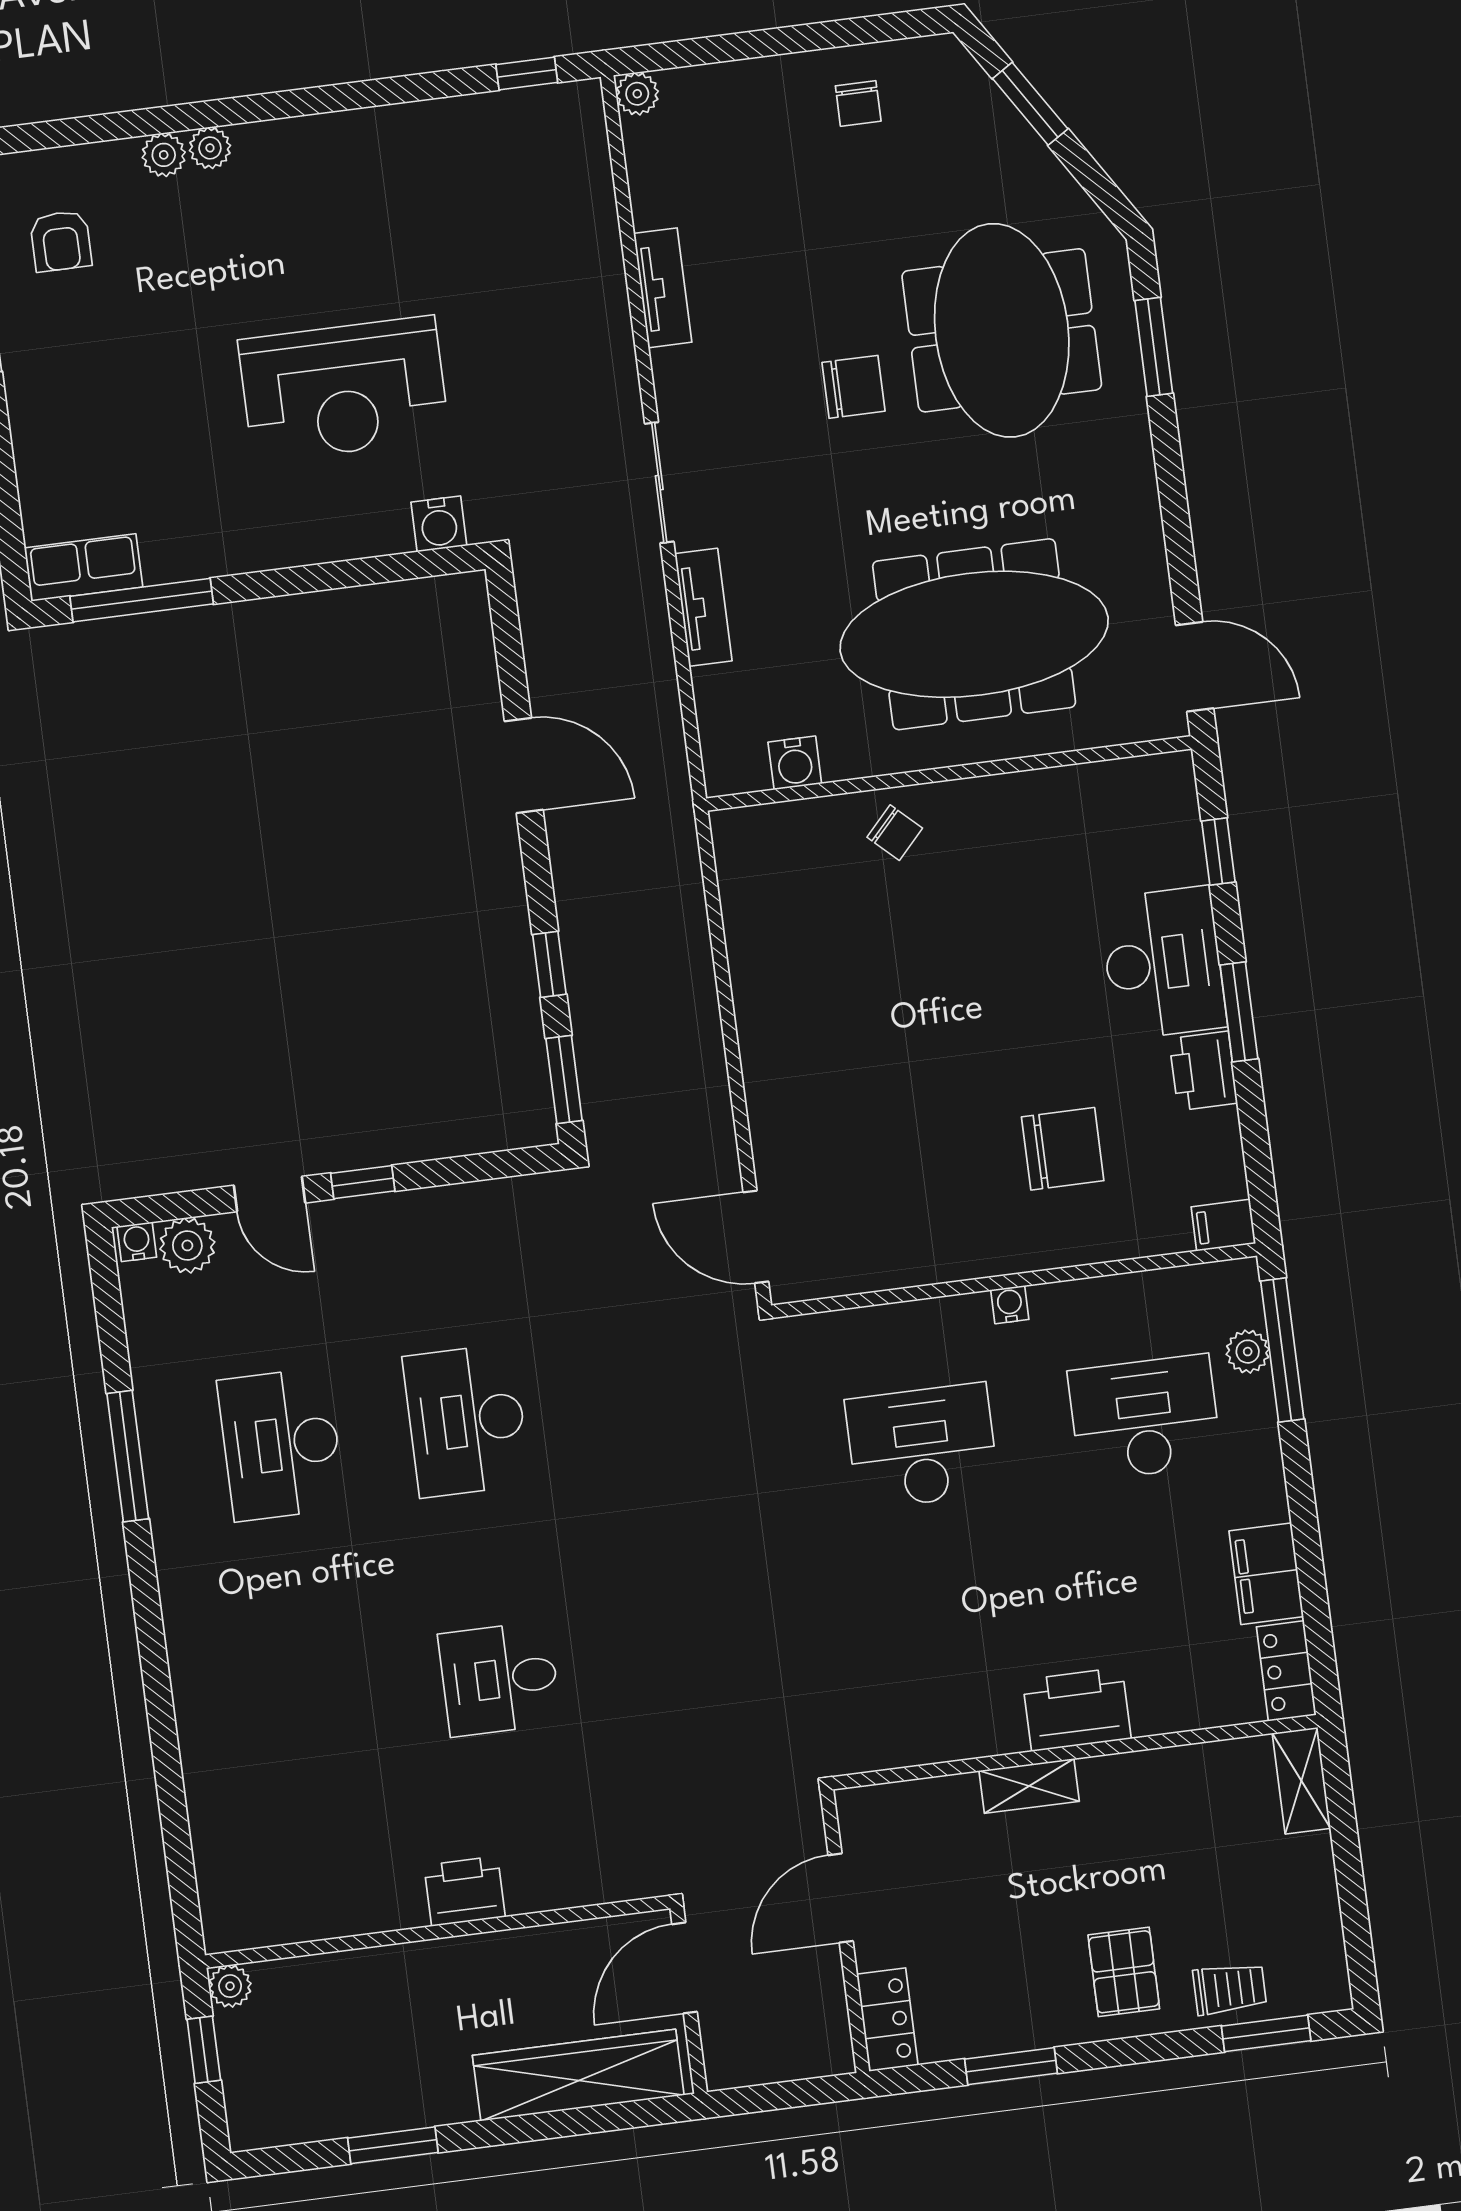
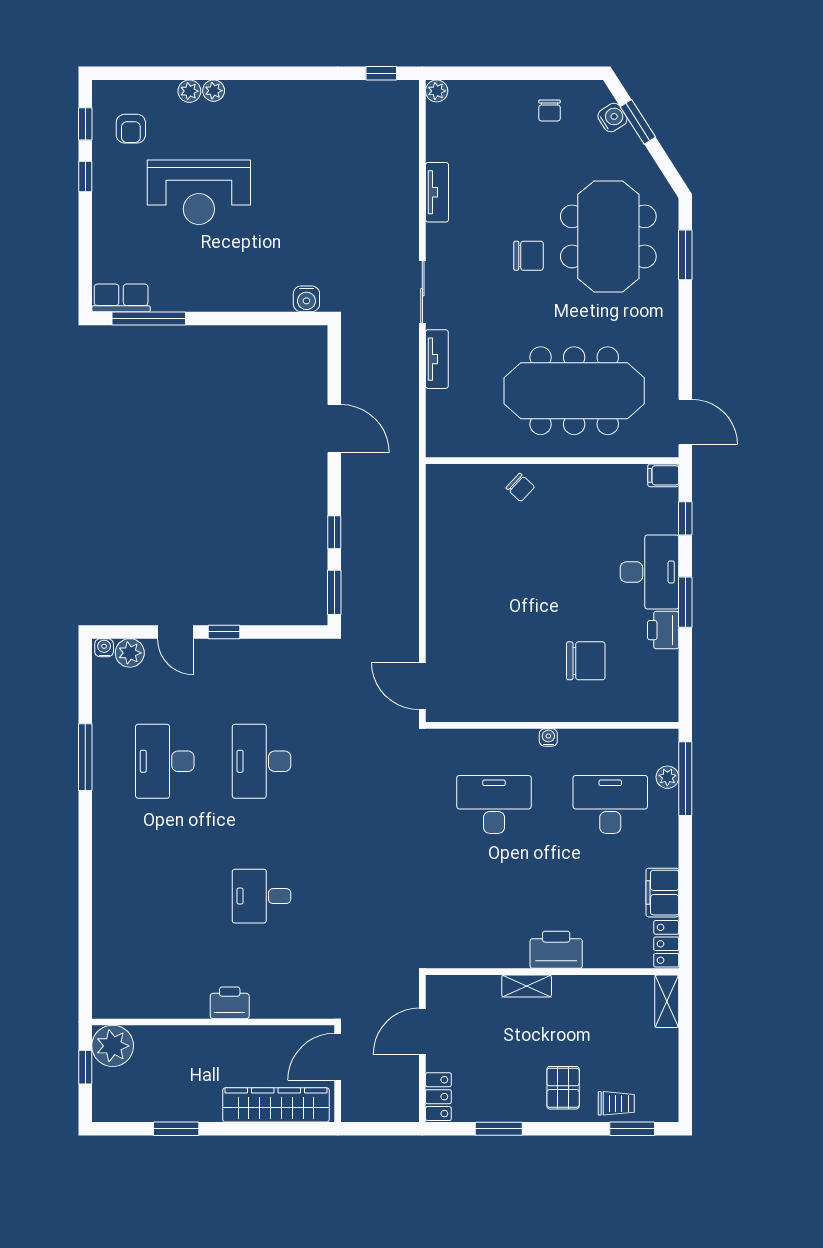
reception desk: (344, 389) -> (199, 192), moved
water cooler: (795, 763) -> (612, 118), moved, turned -123
filing cabinet: (1223, 1225) -> (663, 475), moved
plant: (230, 1986) -> (113, 1046), width x1.88, depth x1.88

